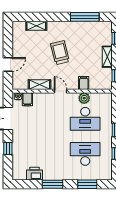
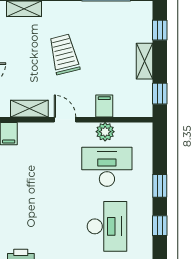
desk: (85, 119) -> (107, 167), turned 180
desk: (85, 154) -> (107, 226), turned 90

